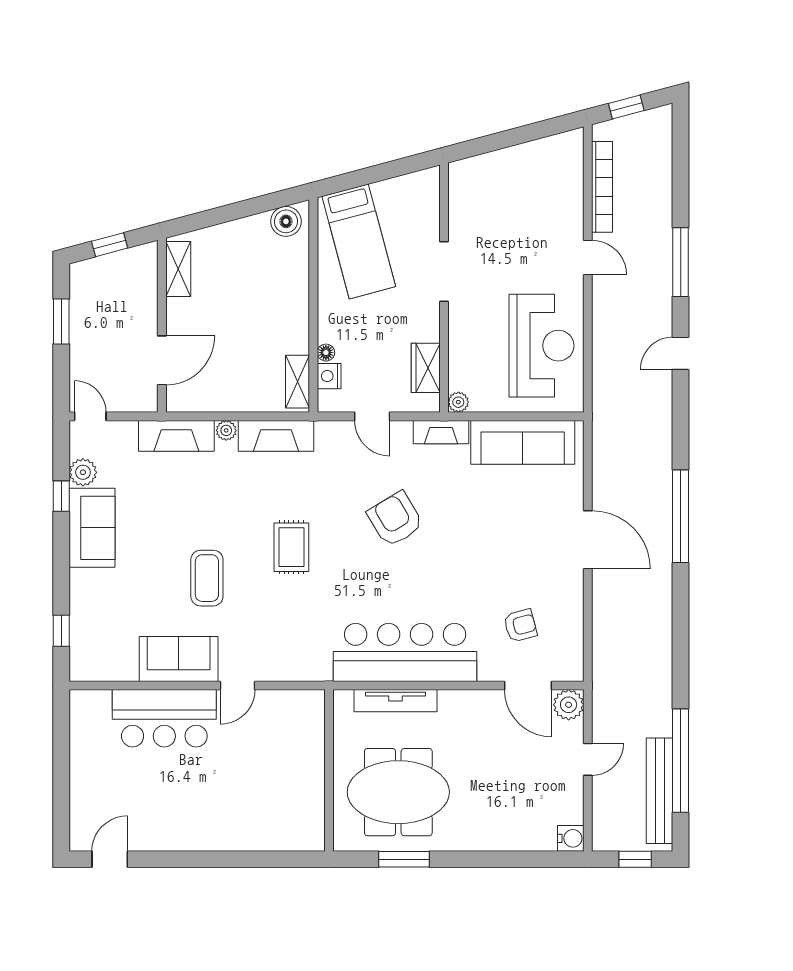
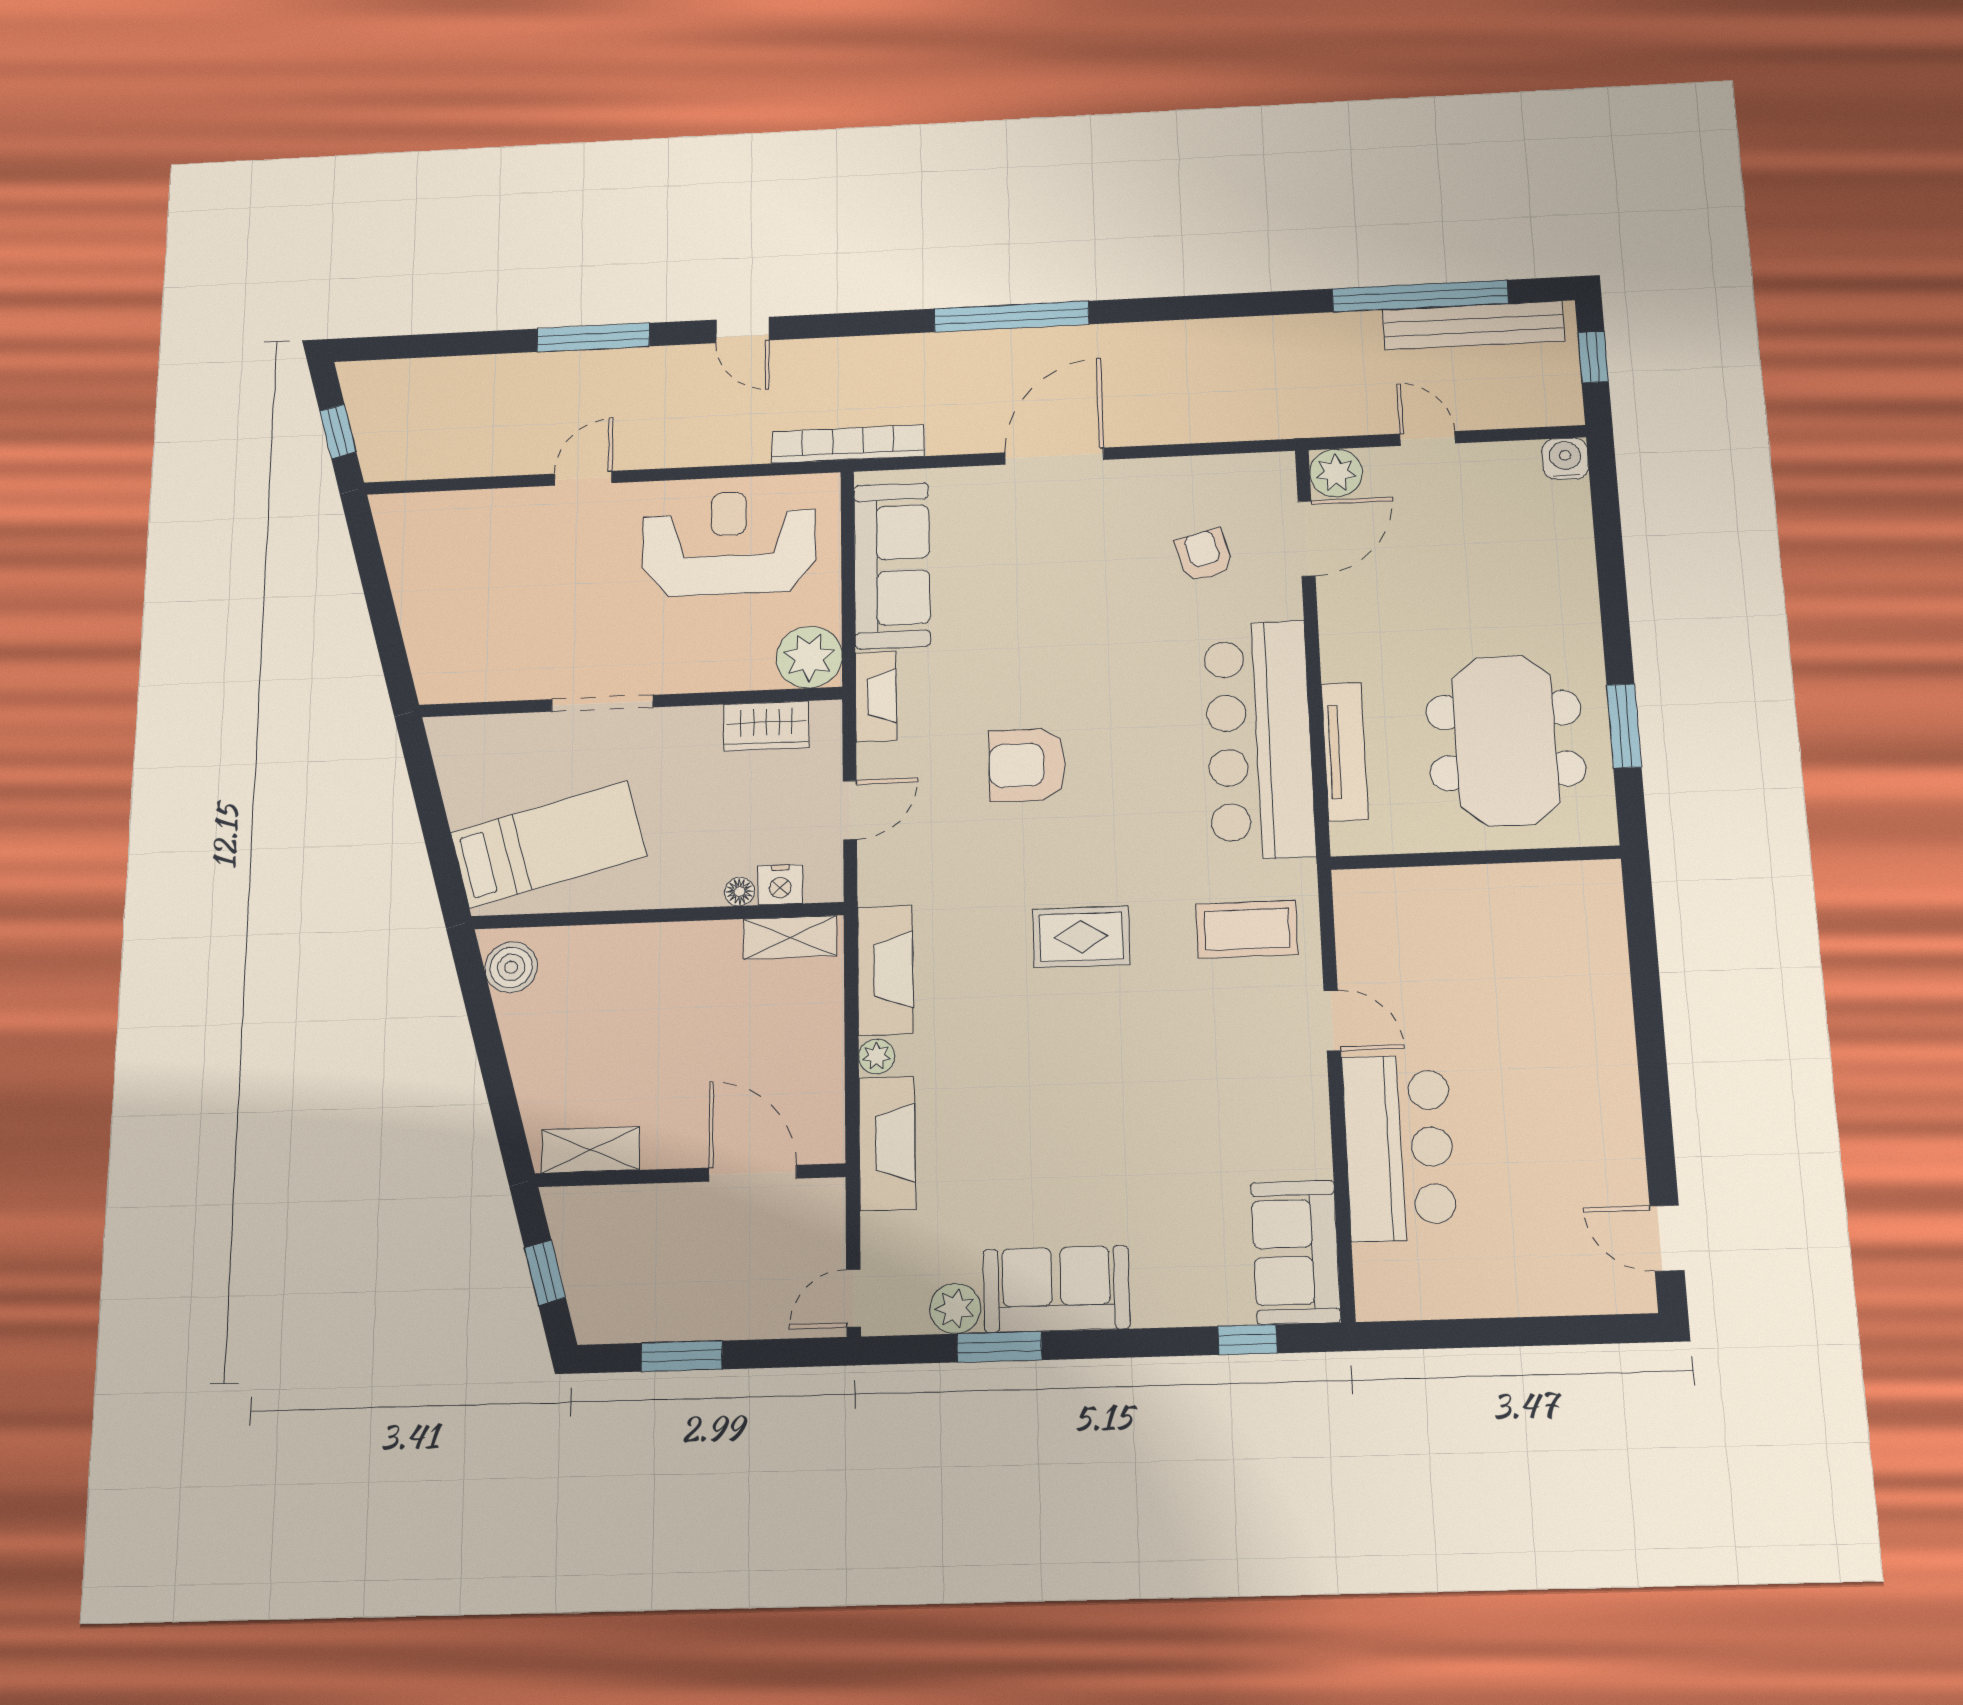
bookcase: (602, 187) -> (848, 444), moved
plant: (458, 402) -> (809, 657), width x1.88, depth x1.88
window: (61, 496) -> (999, 1347), width x1.50
armchair: (395, 519) -> (1027, 765), turned 31
coffee table: (207, 578) -> (1247, 929), moved
sofa: (179, 659) -> (1296, 1252), moved

